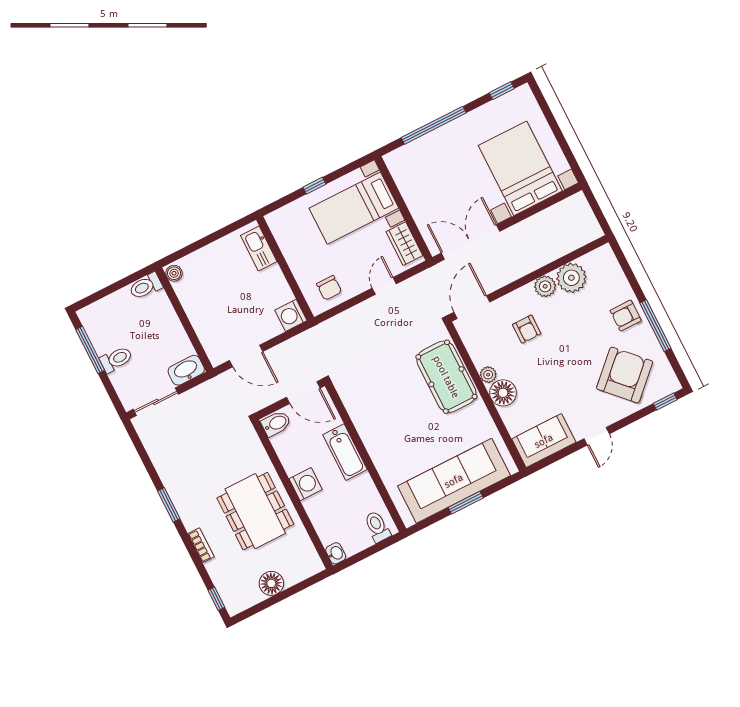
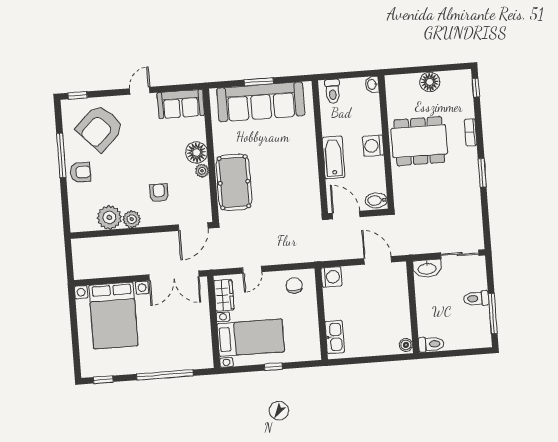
dining table: (255, 511) -> (419, 141), turned 90

